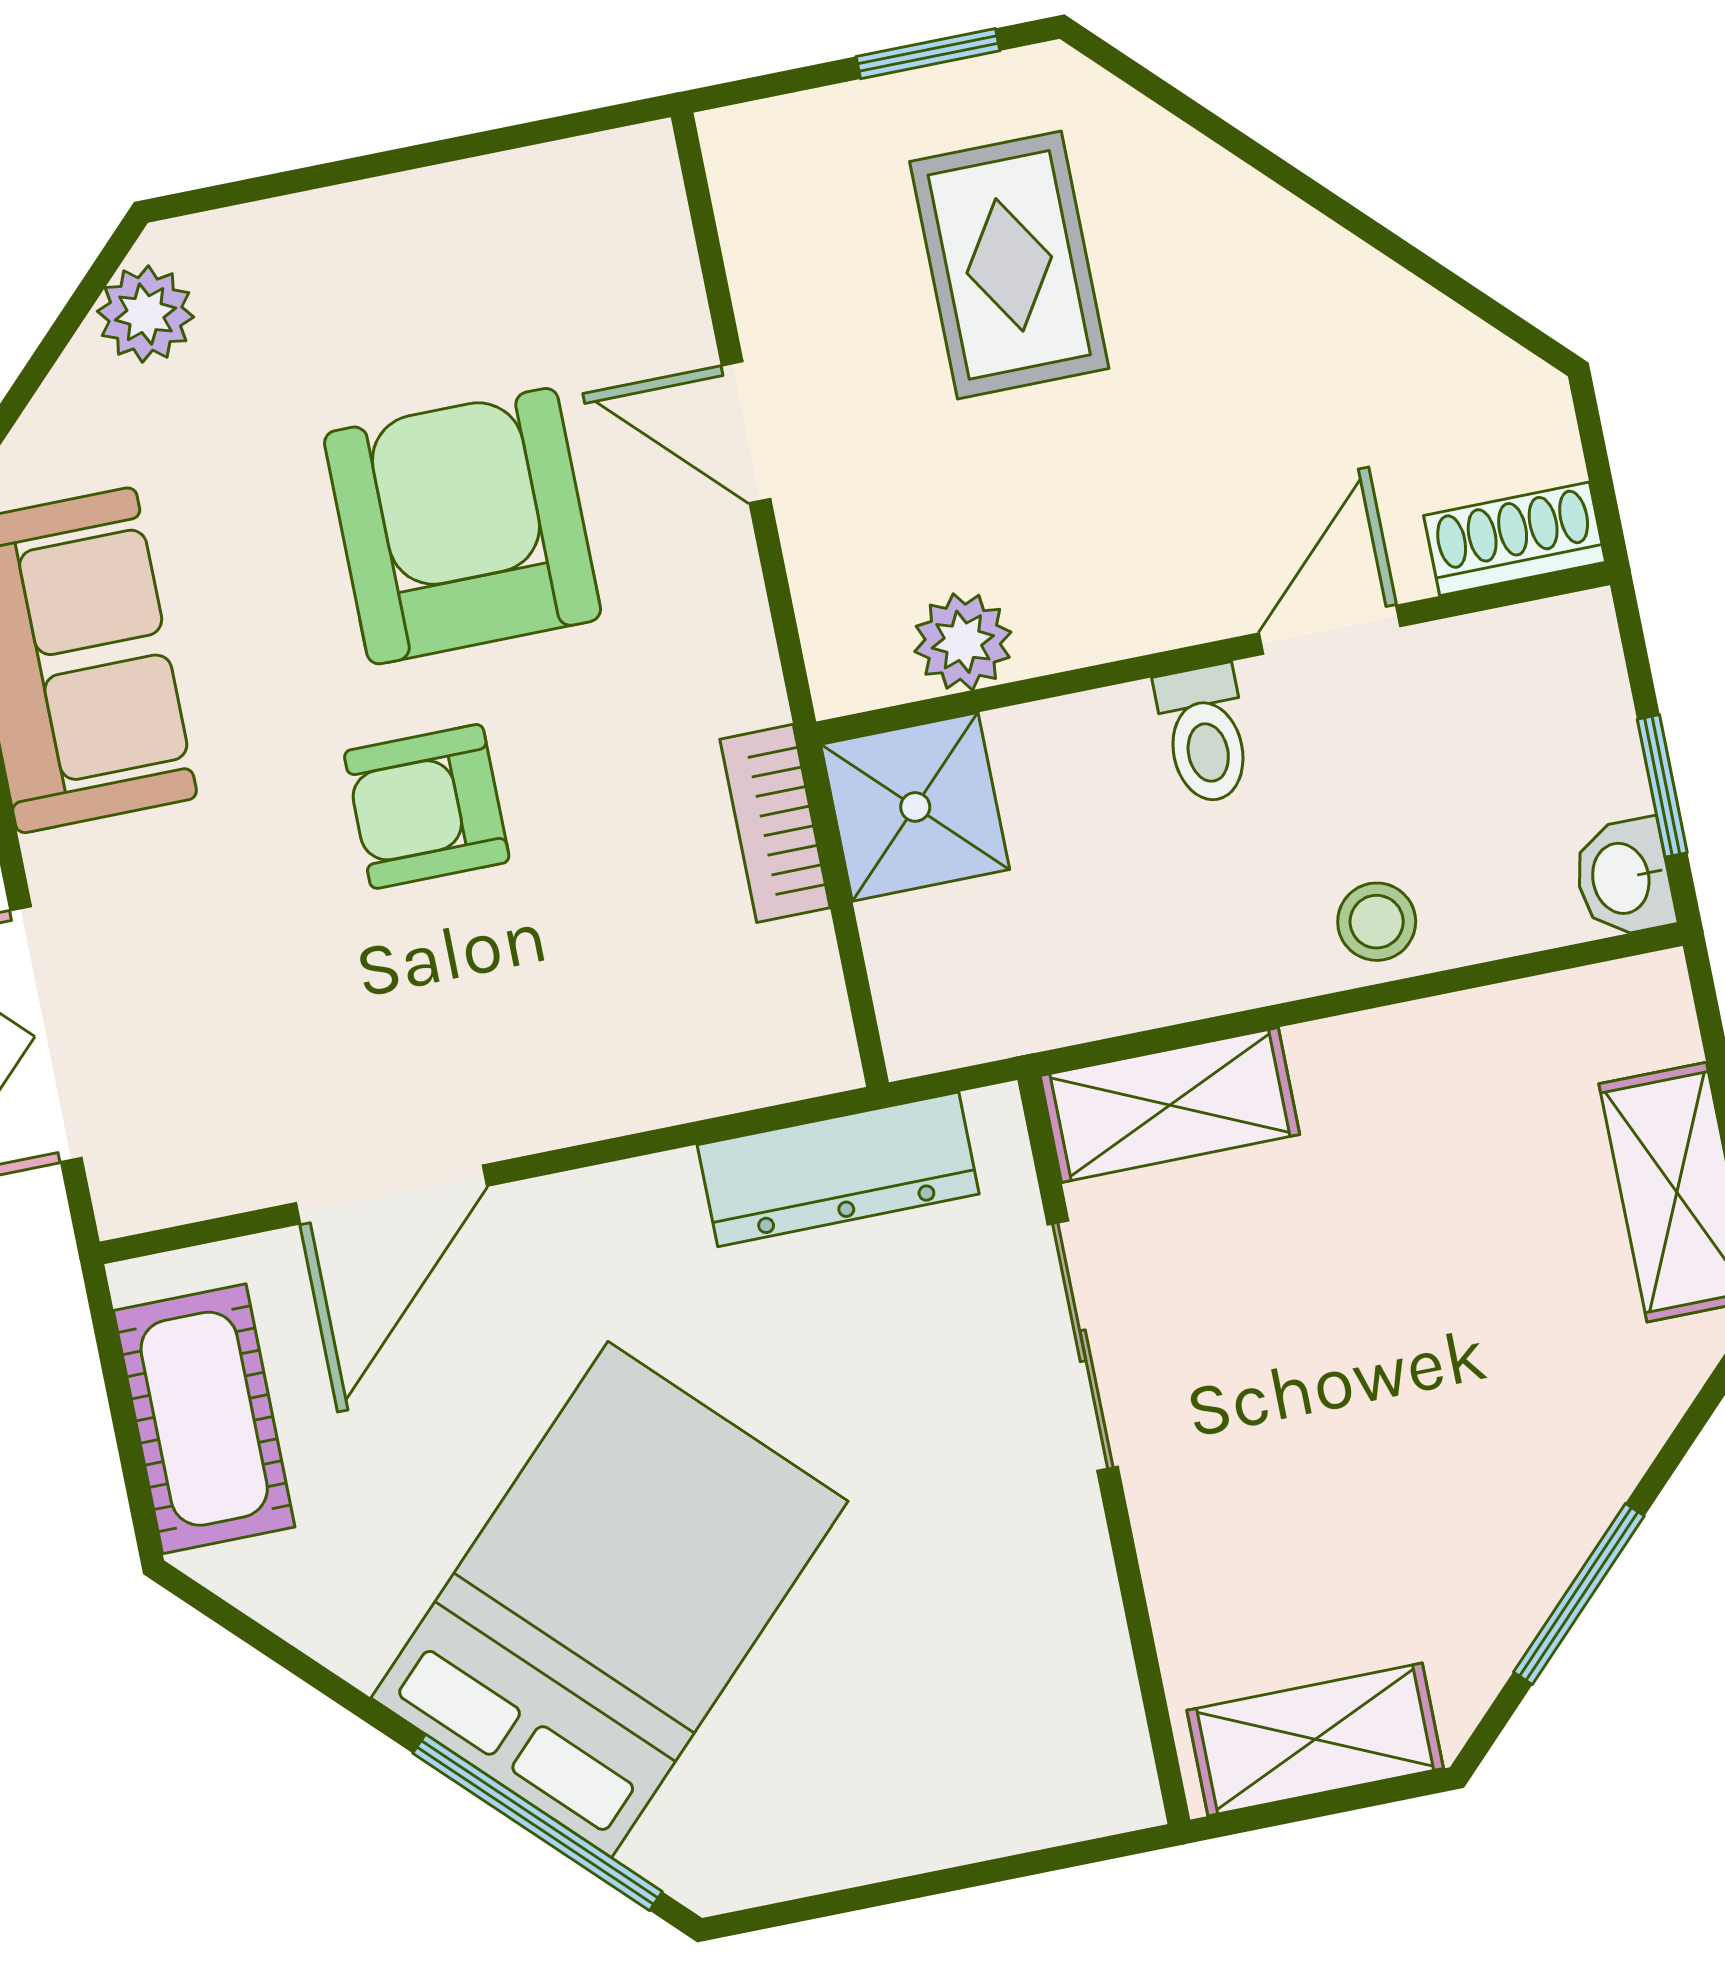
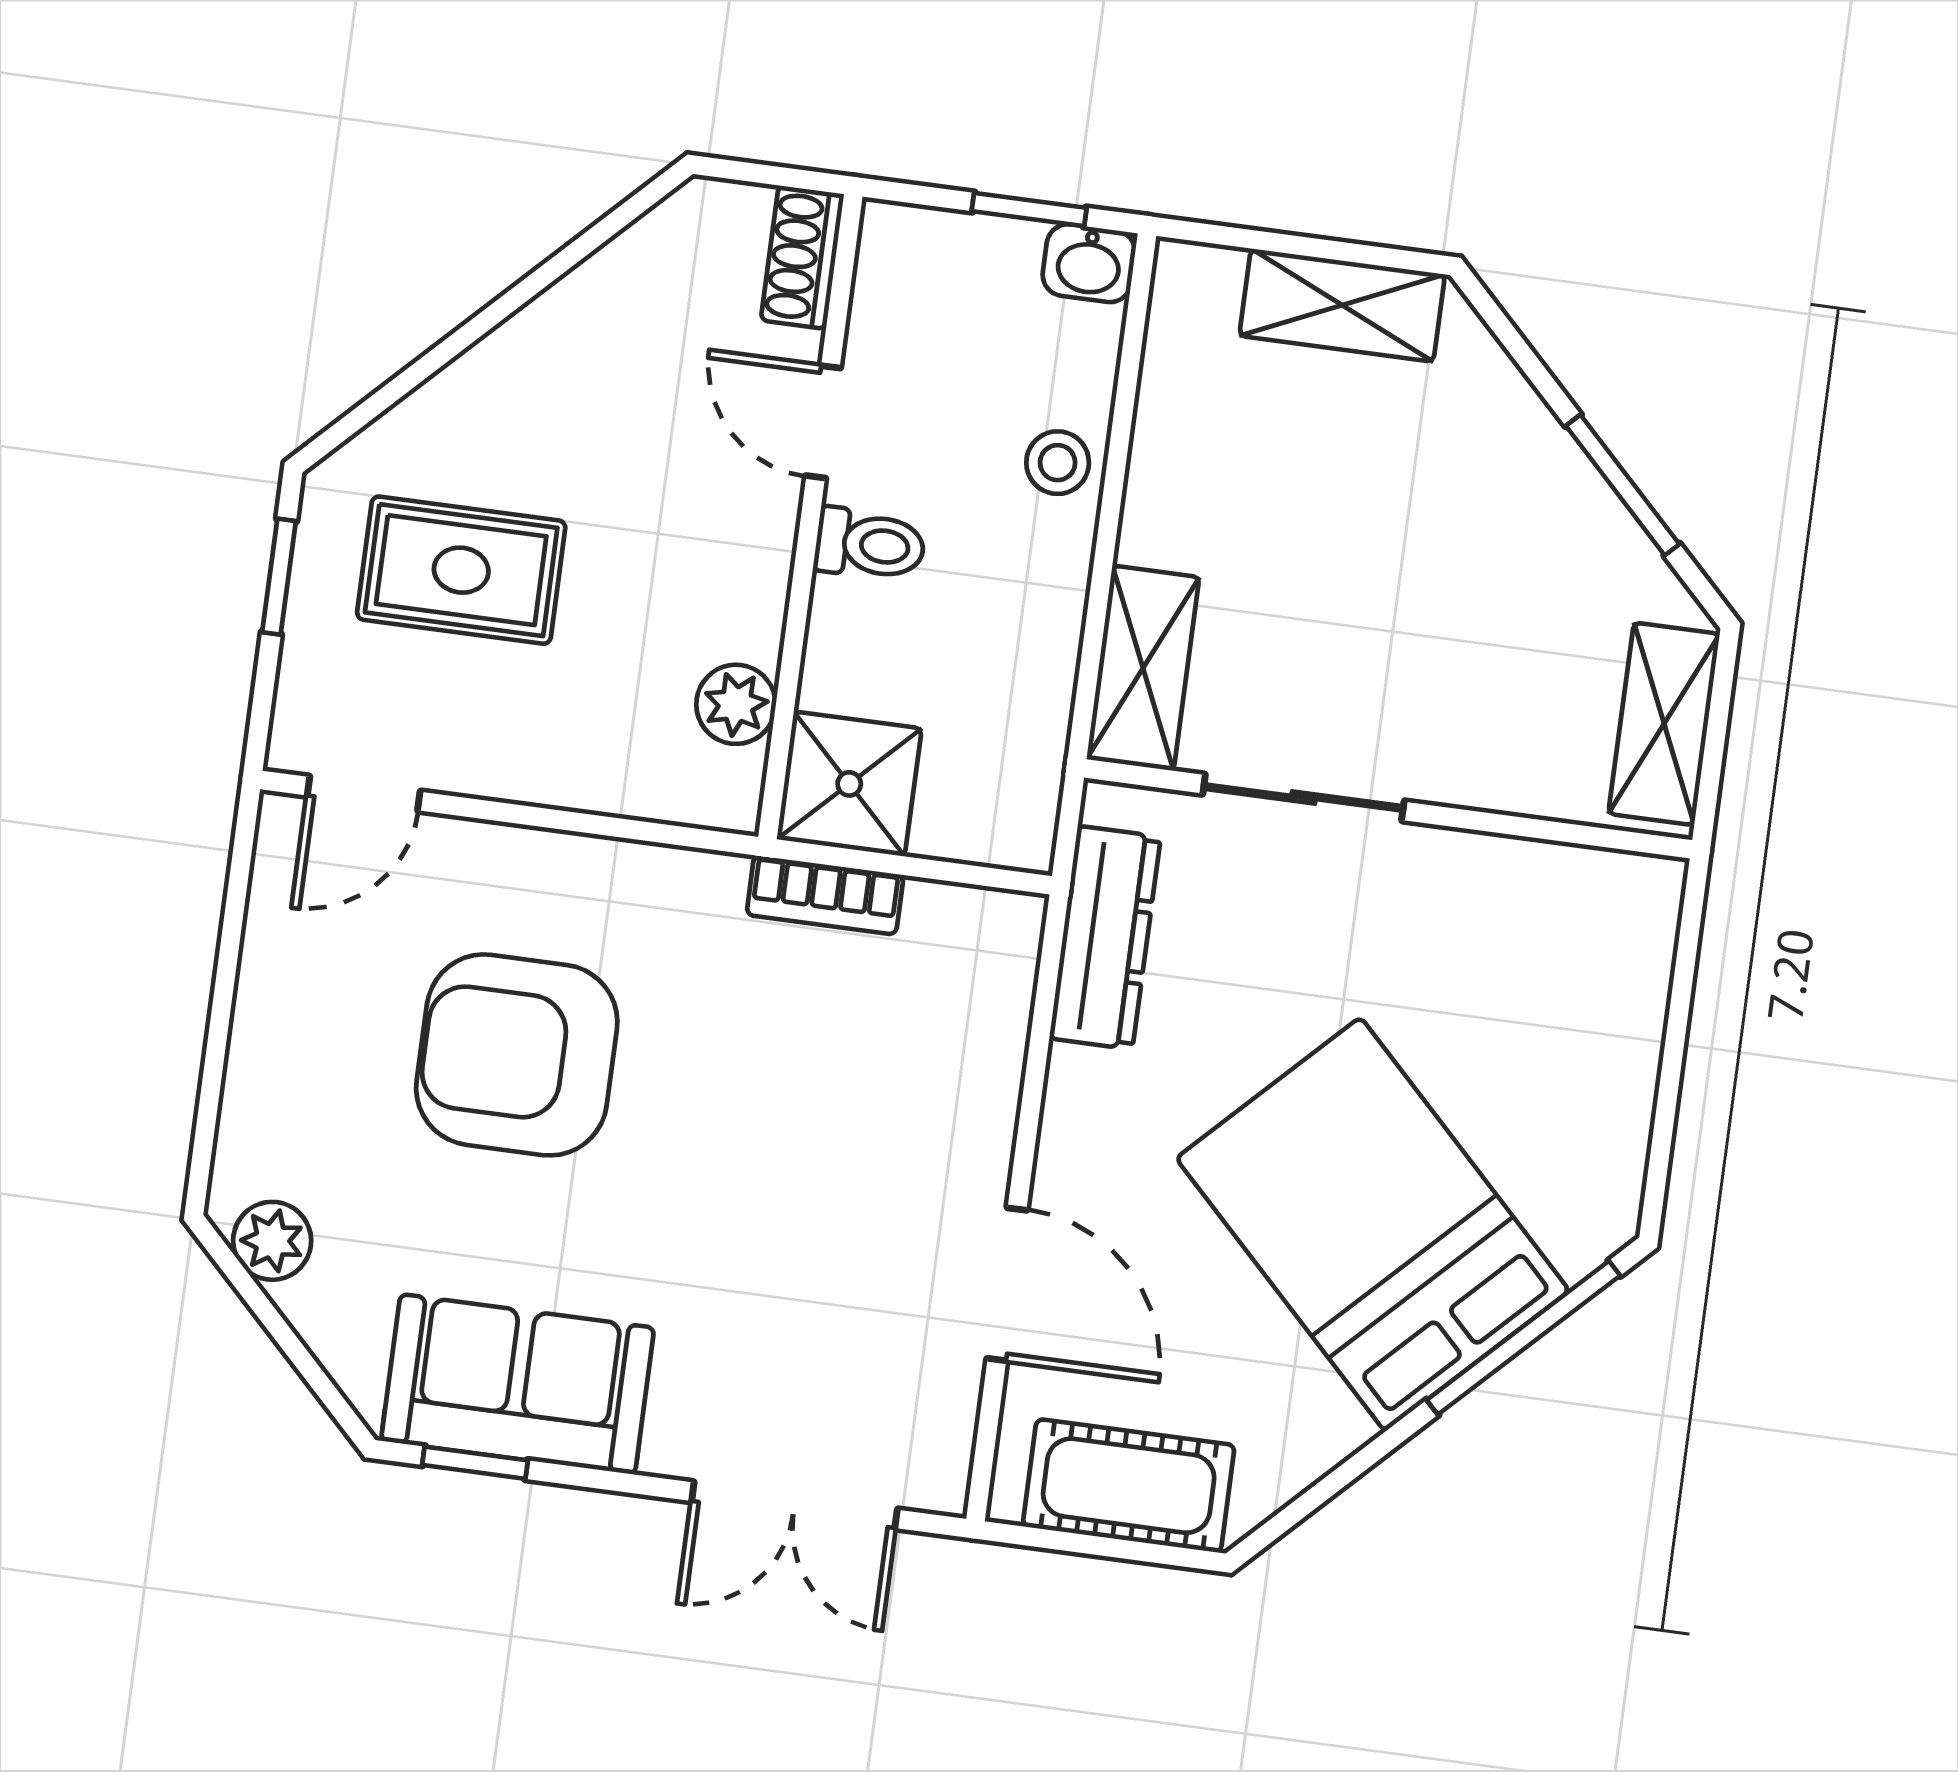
door: (746, 432) -> (364, 794), moved
armchair: (427, 806) -> (721, 1156), removed

